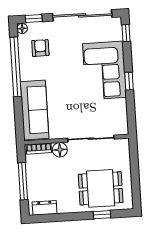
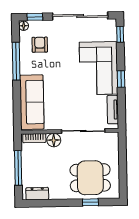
window: (16, 67) -> (16, 61), width x0.68
tv unit: (122, 114) -> (113, 110), added

